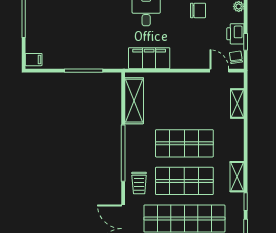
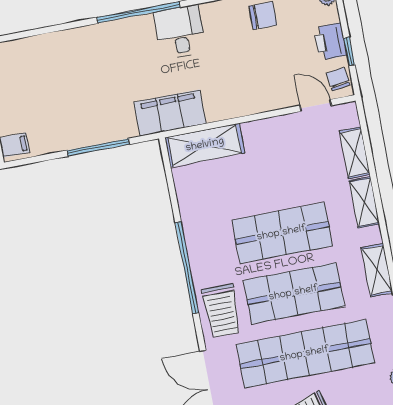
filing cabinet: (149, 58) -> (170, 113), moved
shelving: (134, 101) -> (205, 145), moved, turned 90
shelving: (237, 134) -> (364, 202), added
trolley: (139, 183) -> (222, 311), width x1.36, depth x1.39

